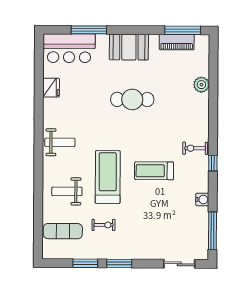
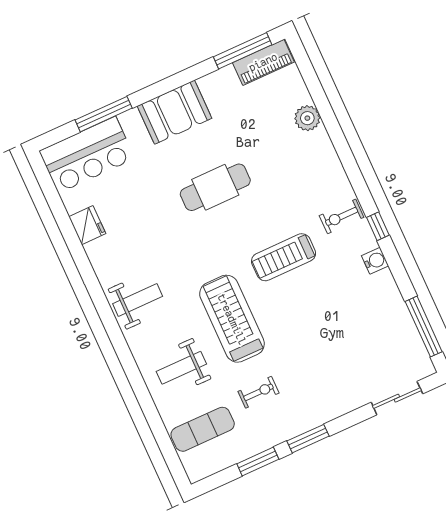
piano: (177, 42) -> (263, 62), moved
treadmill: (154, 171) -> (284, 257), moved
water cooler: (202, 199) -> (375, 261), moved

